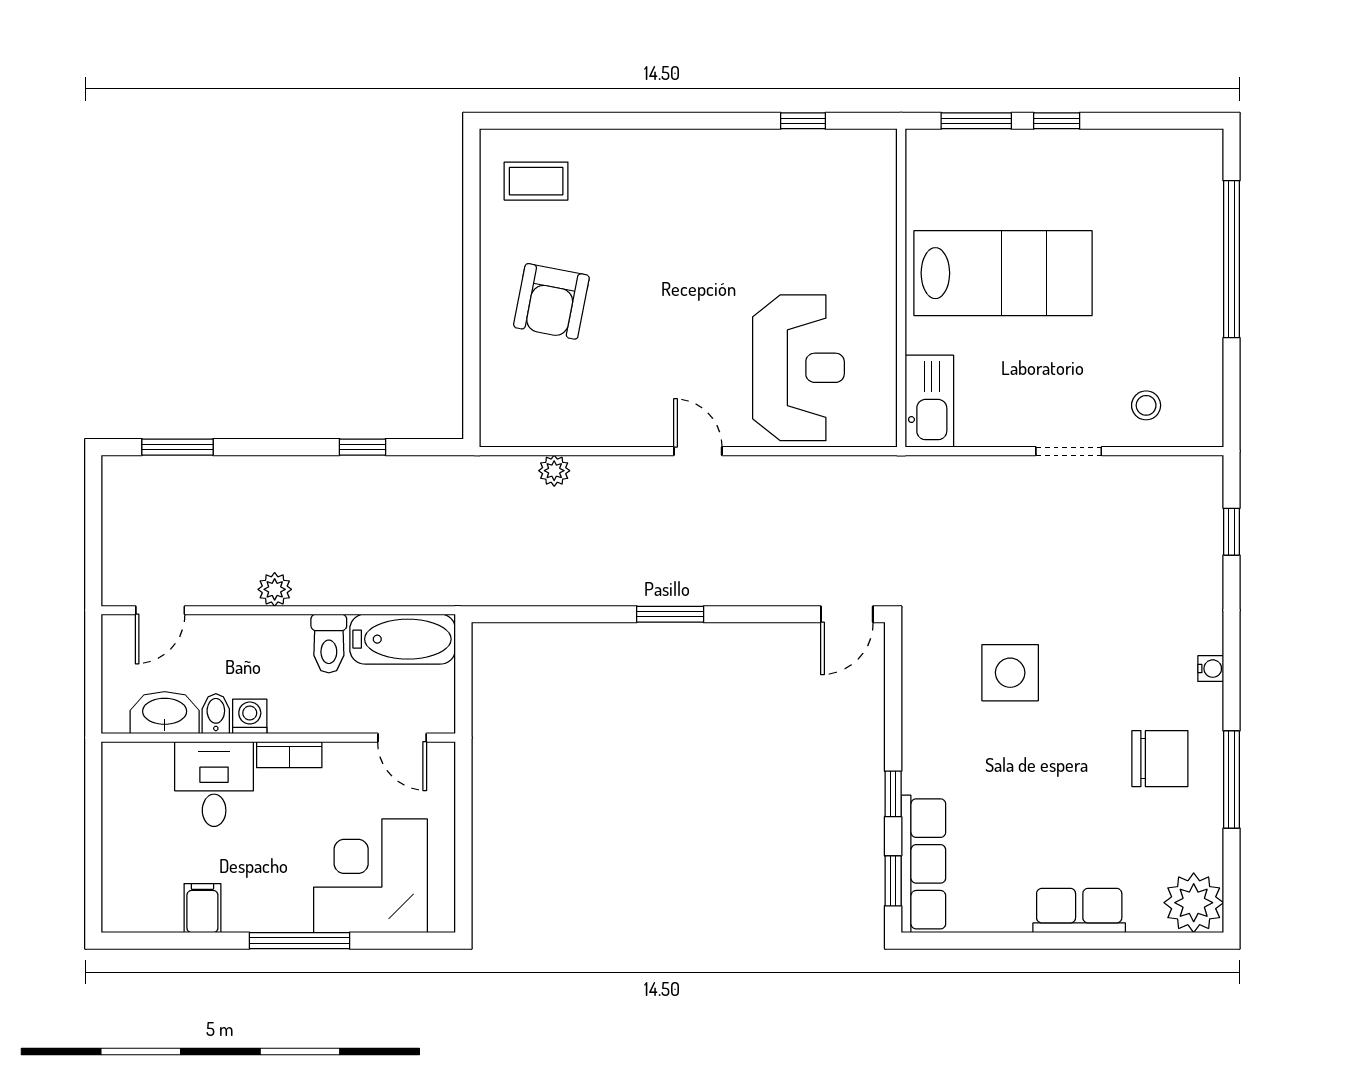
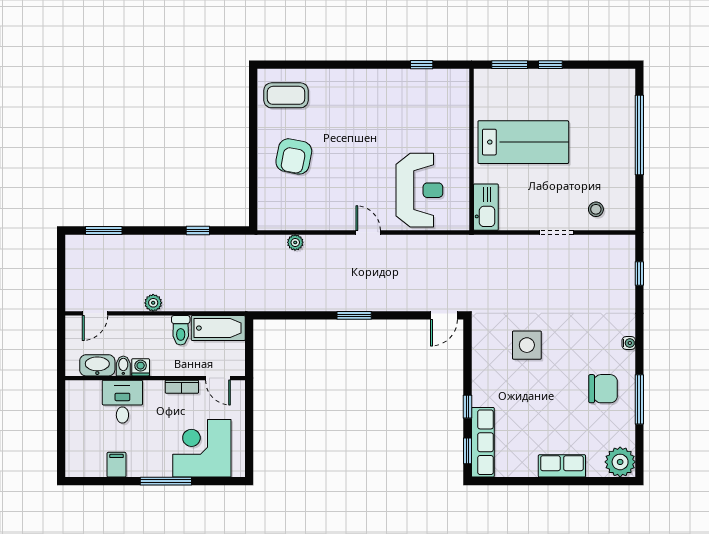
coffee table: (536, 181) -> (286, 95), width x1.36, depth x1.30
bookcase: (289, 755) -> (182, 387), moved

